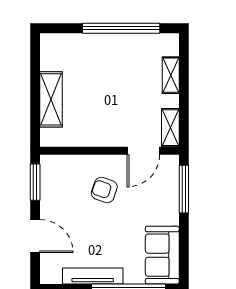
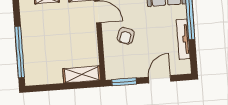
window: (121, 28) -> (20, 52), moved
shelving: (51, 99) -> (82, 74), moved

